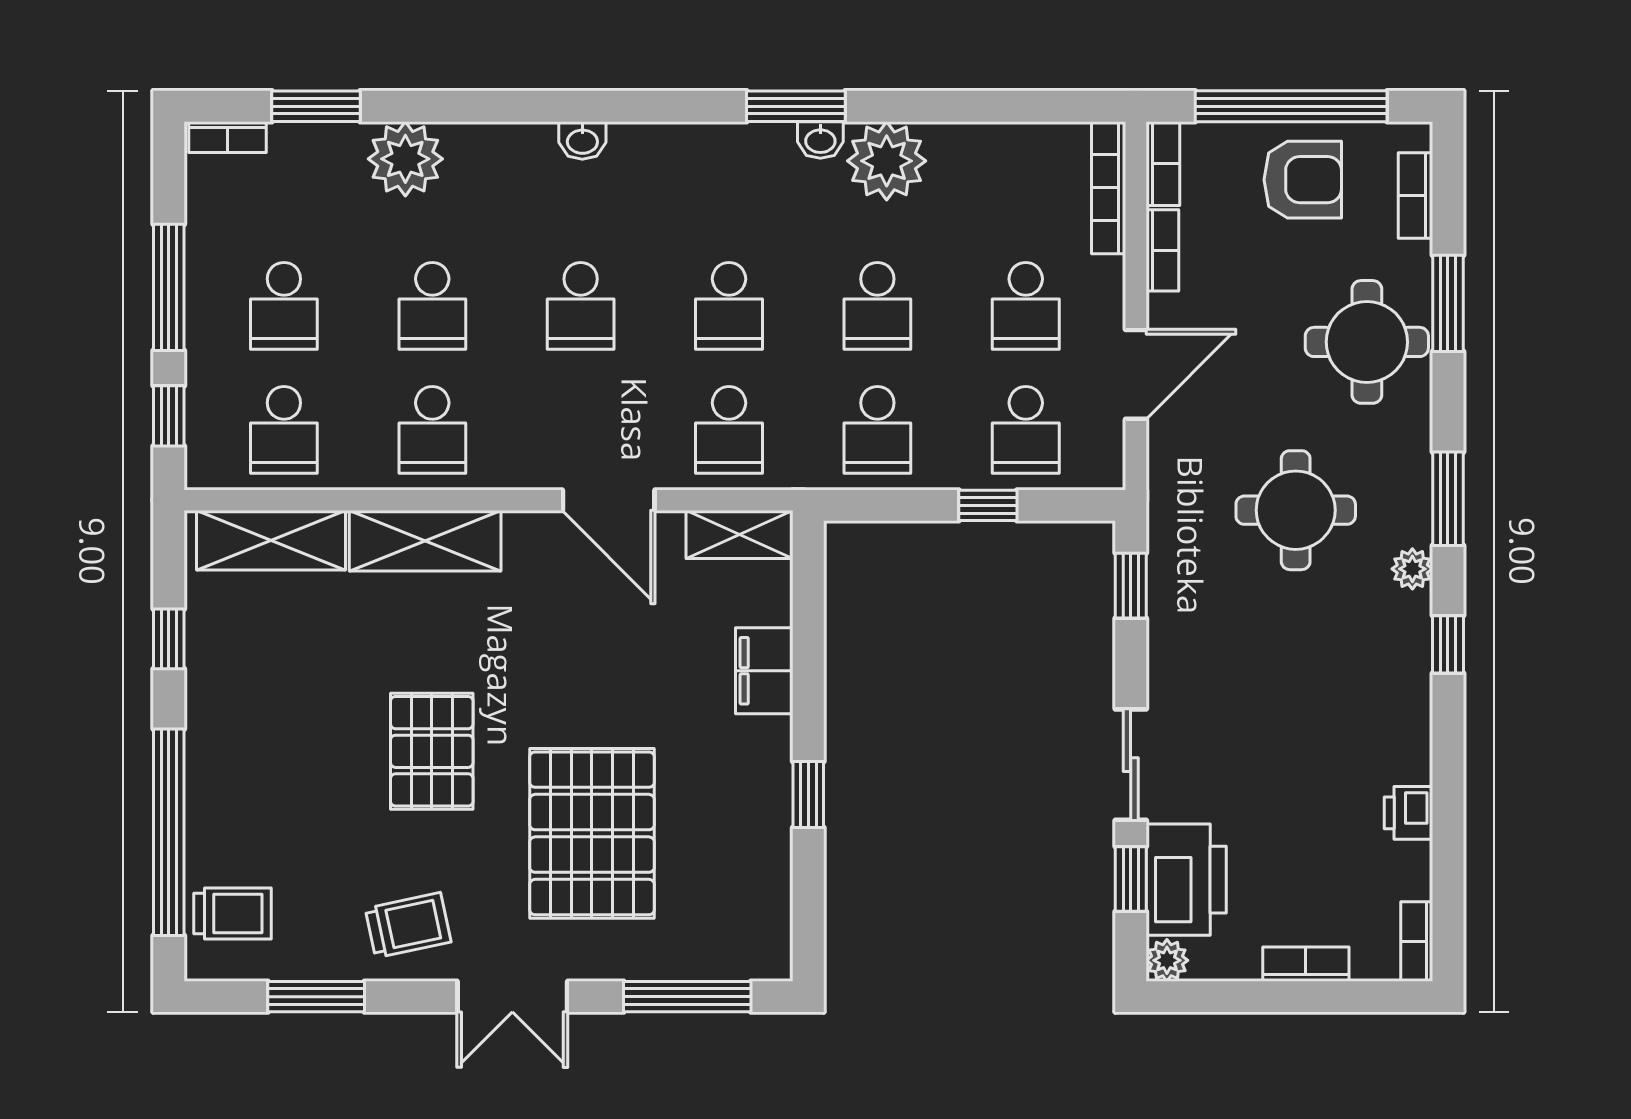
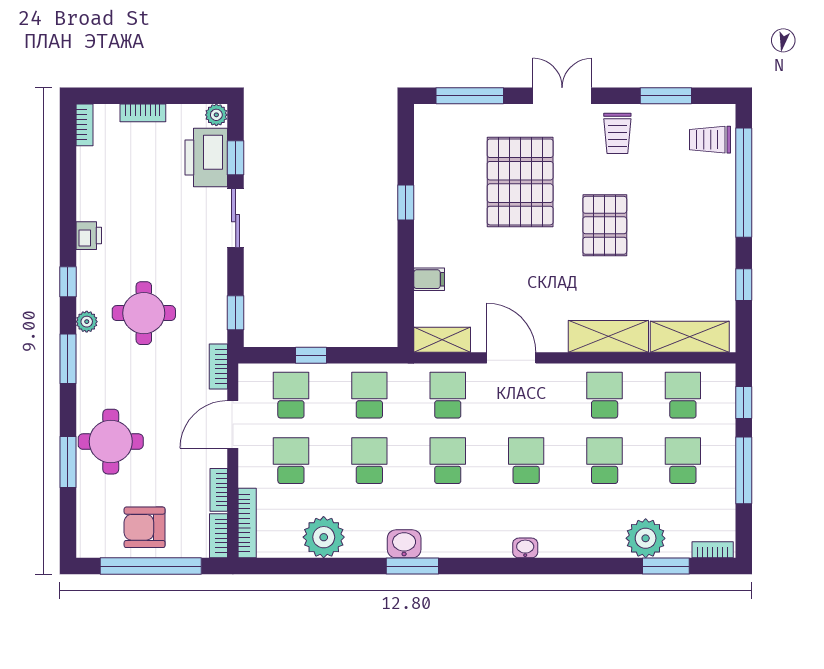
washbasin: (820, 140) -> (404, 544), width x1.38, depth x1.45
plant: (405, 159) -> (646, 538), moved
plant: (887, 161) -> (324, 537), moved
bookcase: (1415, 196) -> (218, 367), moved, turned 180
round table: (1296, 510) -> (144, 313), moved
filing cabinet: (764, 671) -> (429, 279), width x0.50
printer: (1408, 813) -> (89, 236), moved
trolley: (408, 925) -> (617, 133), turned -78

